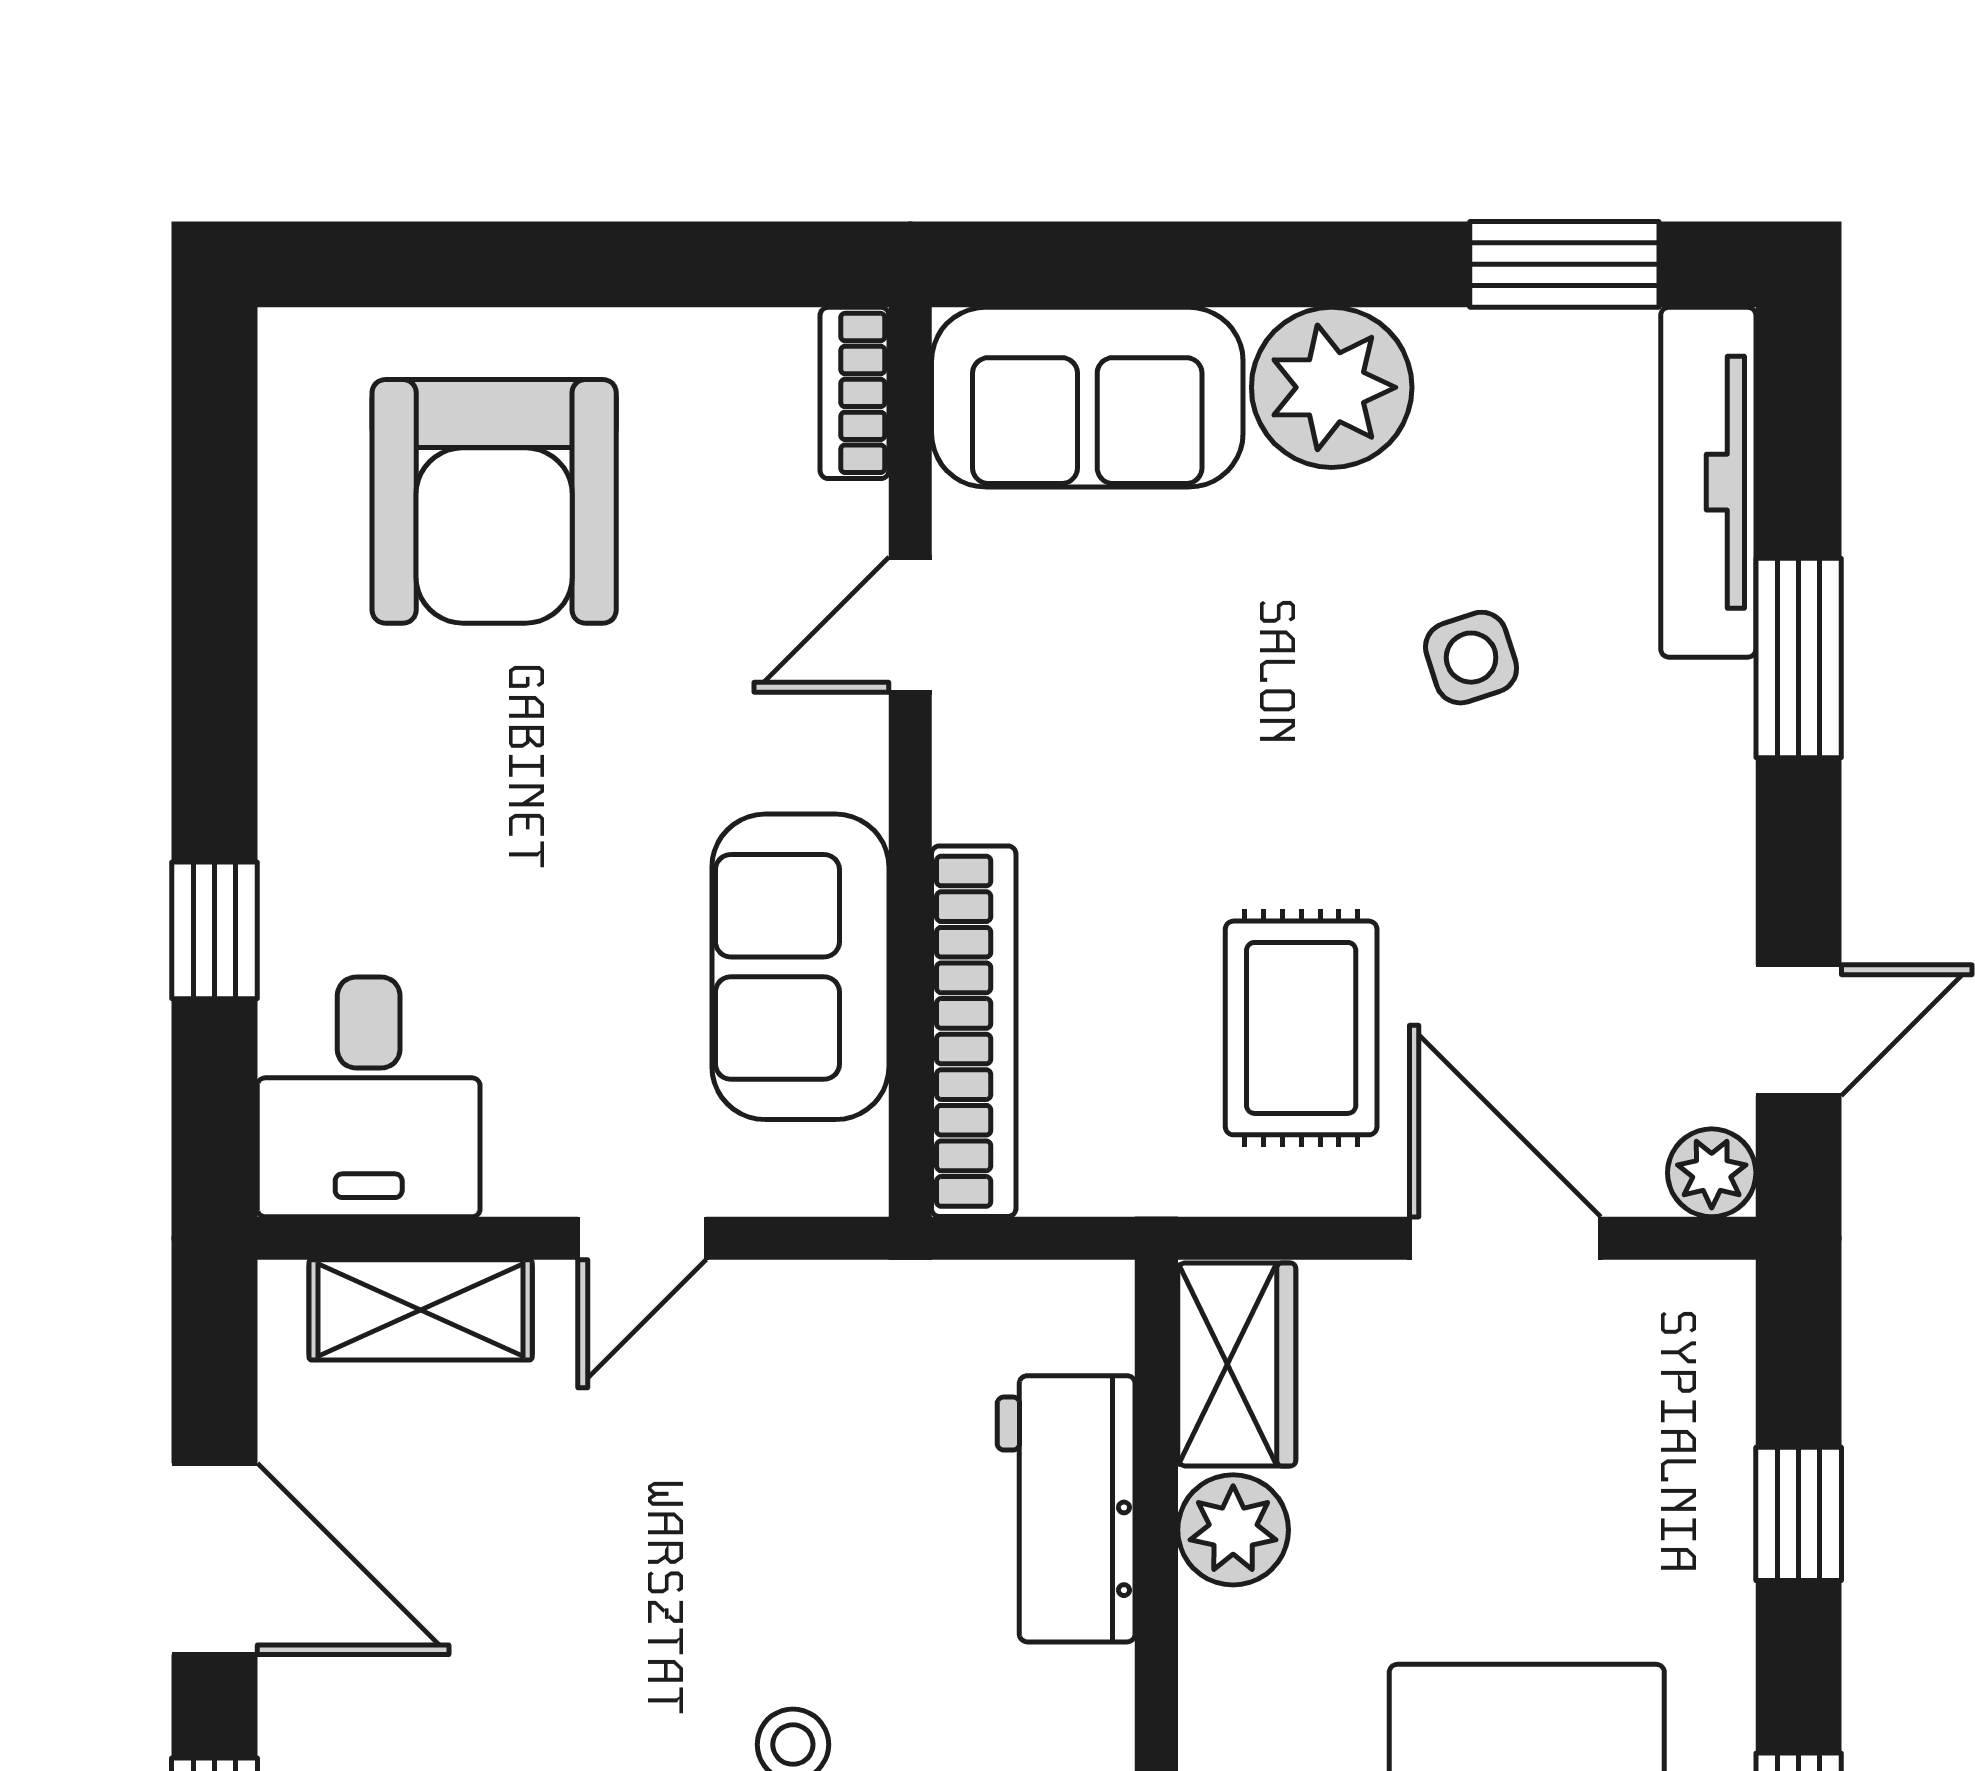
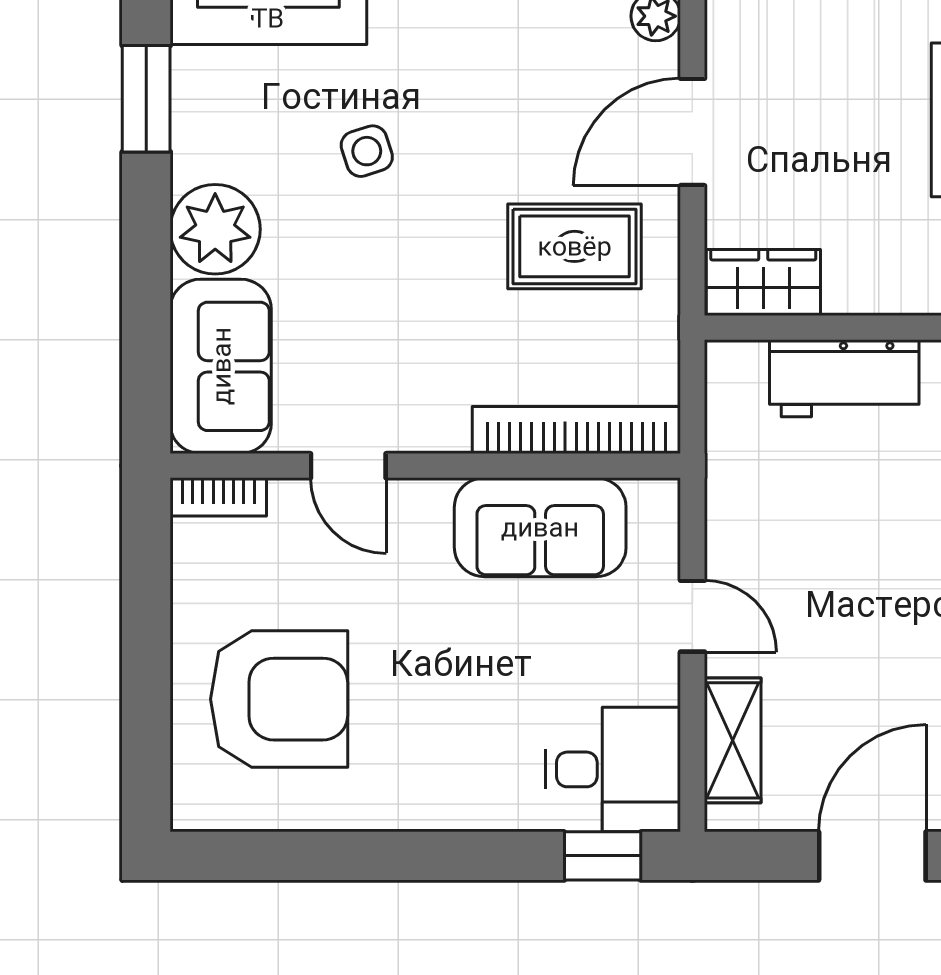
window: (215, 930) -> (603, 856), moved
plant: (1233, 1530) -> (856, 285), removed

